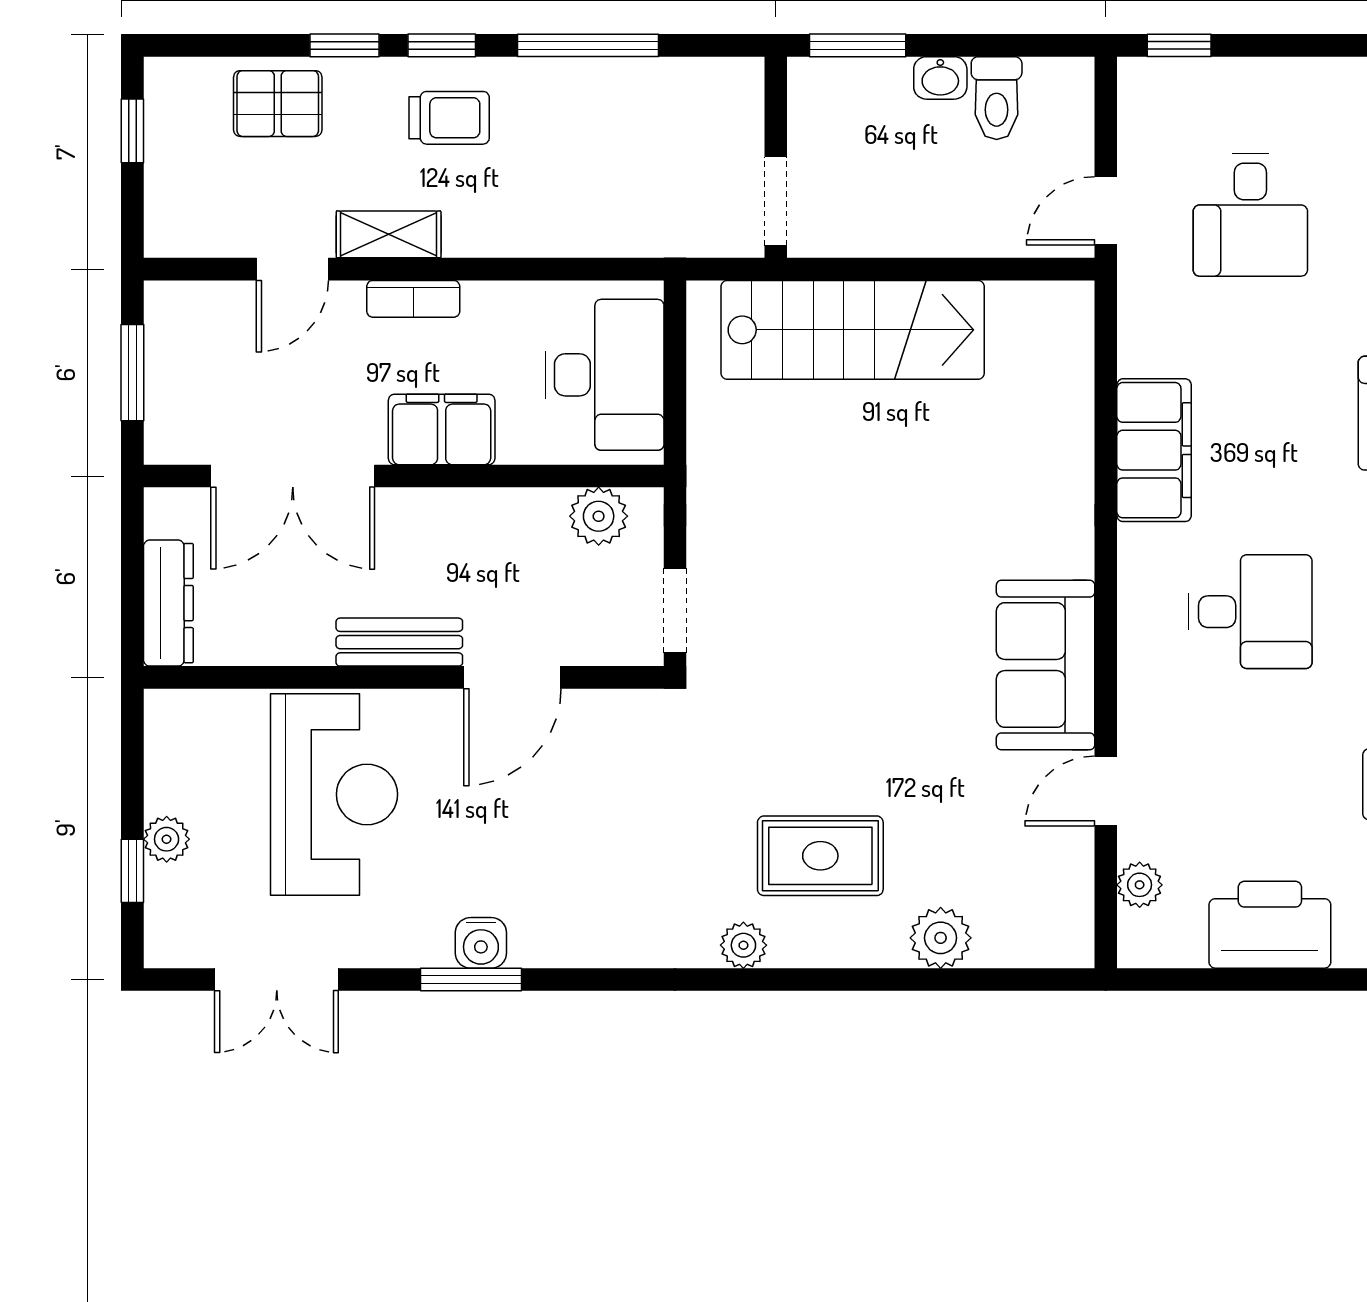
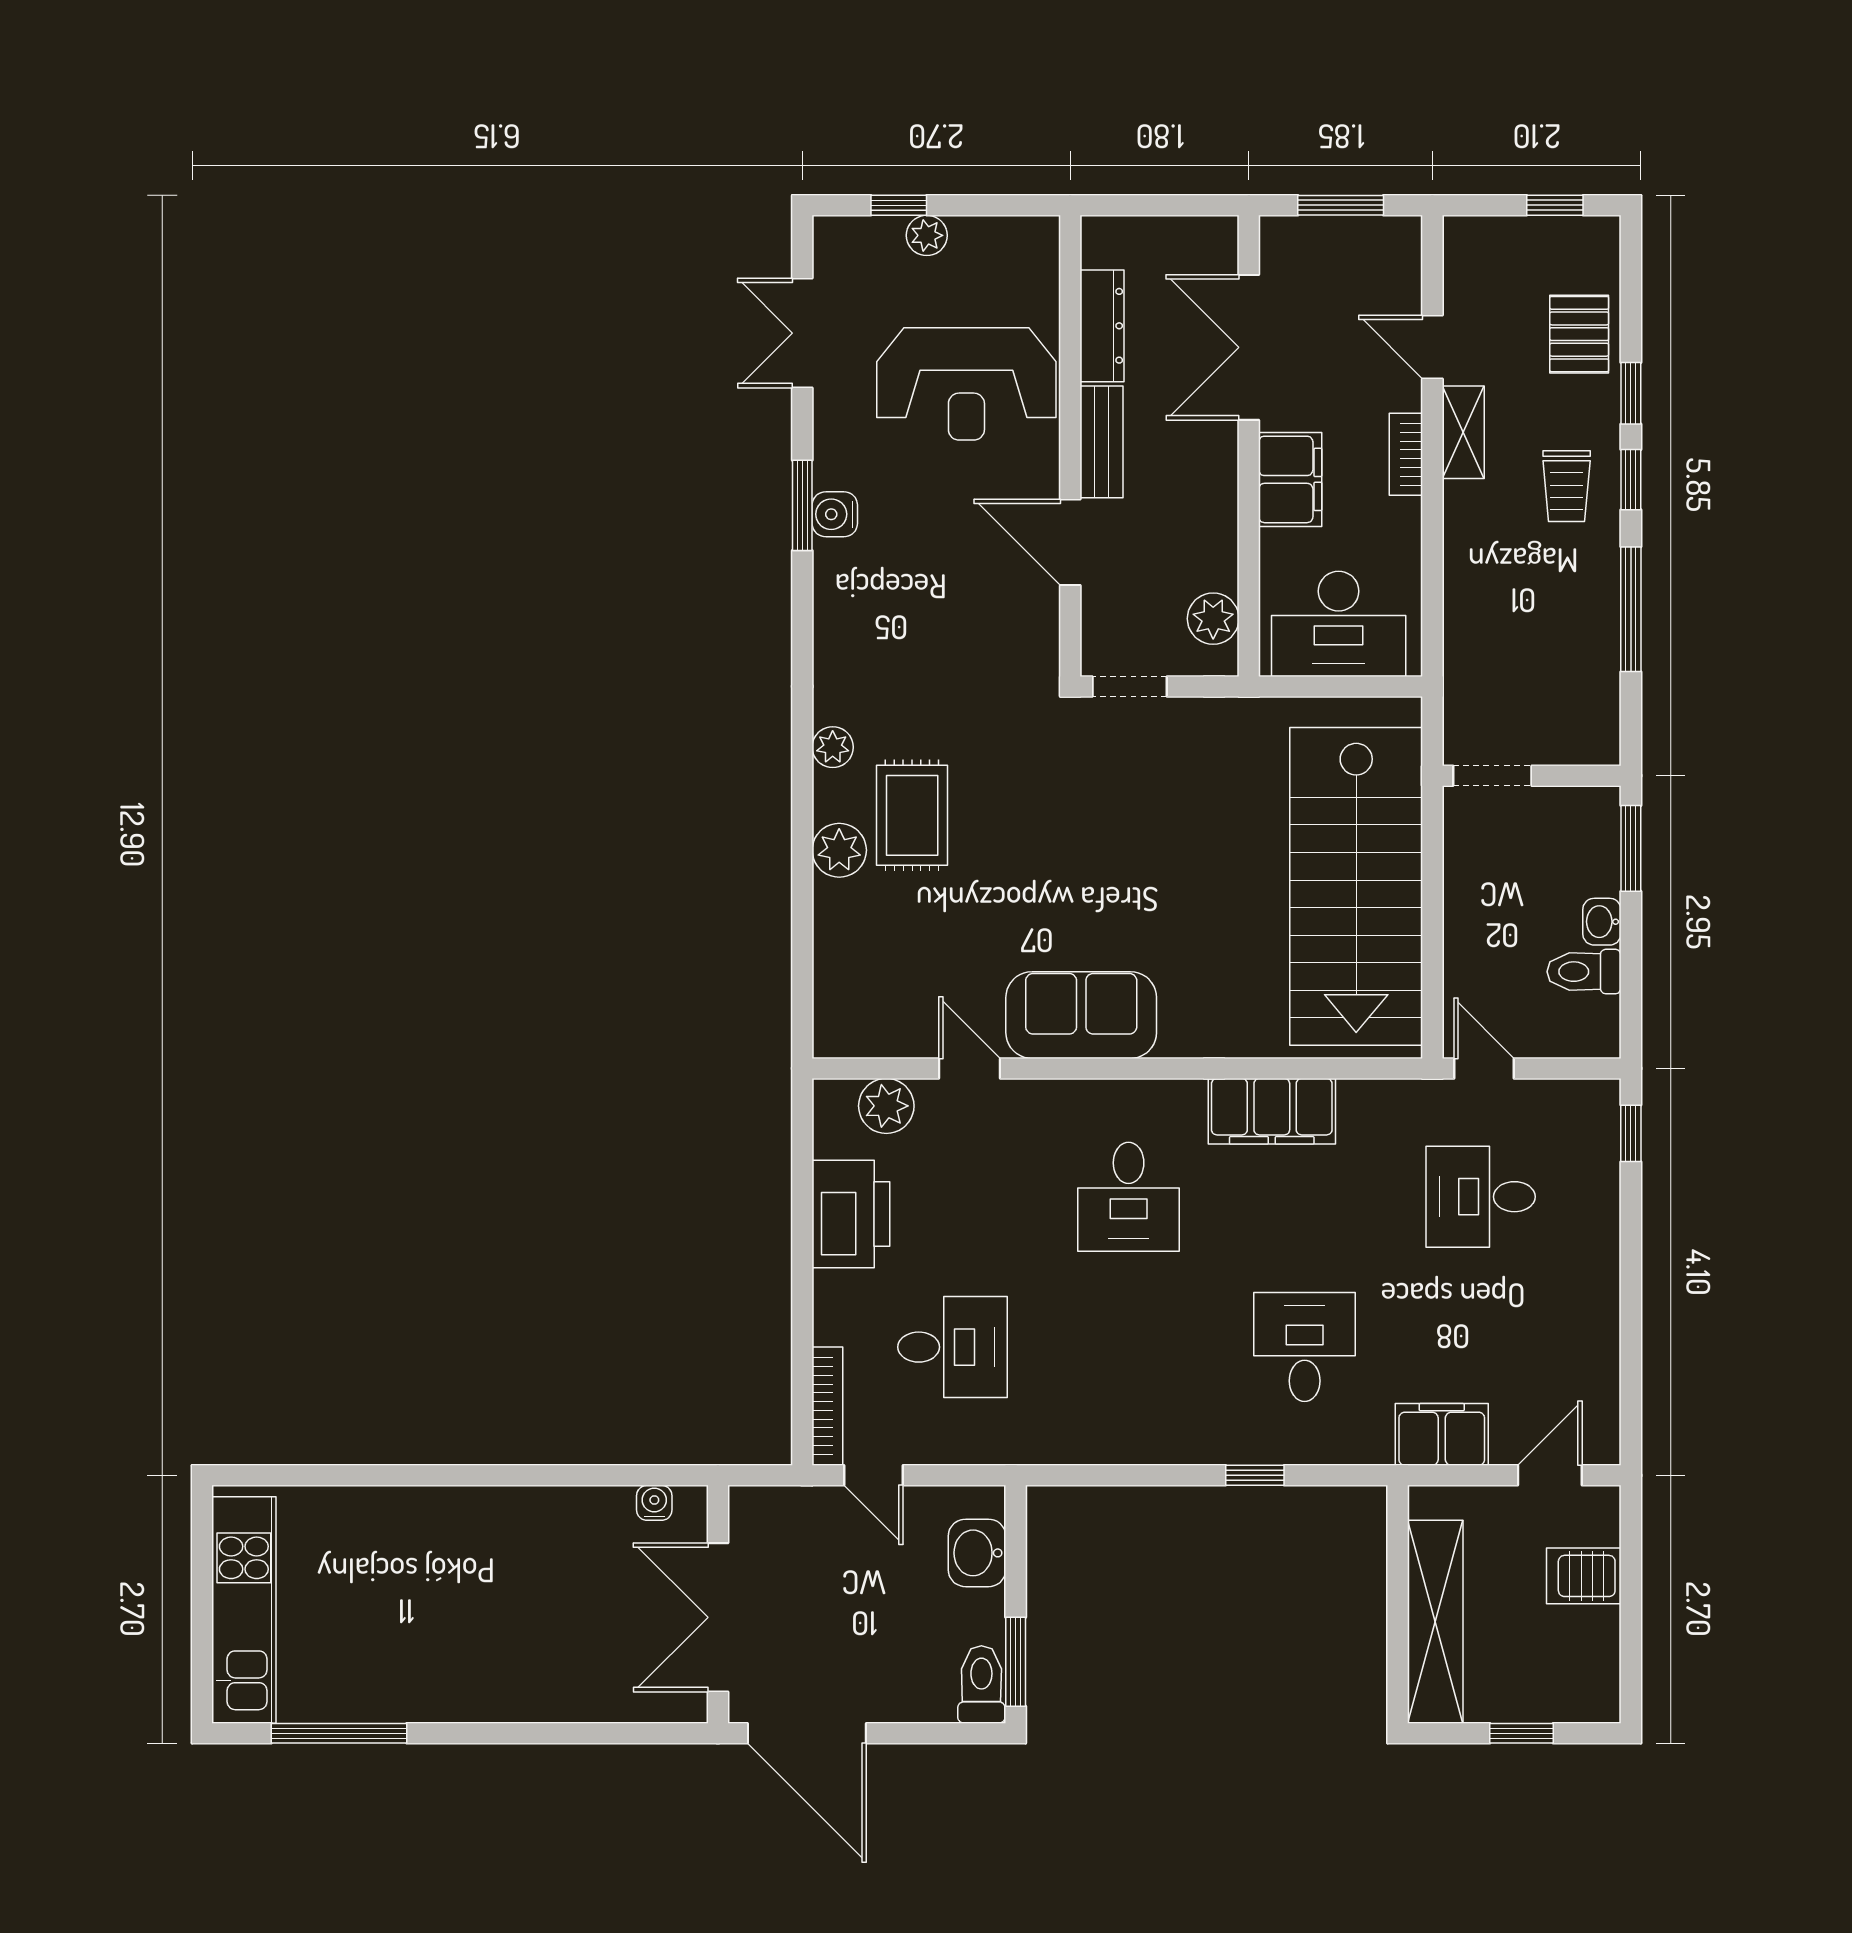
stairs: (853, 330) -> (1356, 886), width x1.36, depth x1.51
dresser: (168, 603) -> (1102, 326), moved, turned -90
plant: (1140, 885) -> (886, 1106), width x1.38, depth x1.38
plant: (941, 938) -> (839, 850), moved

